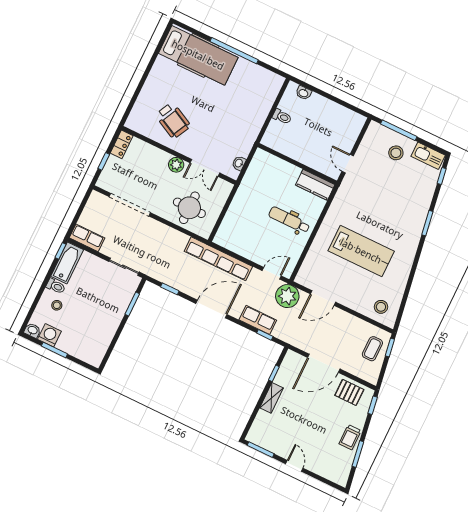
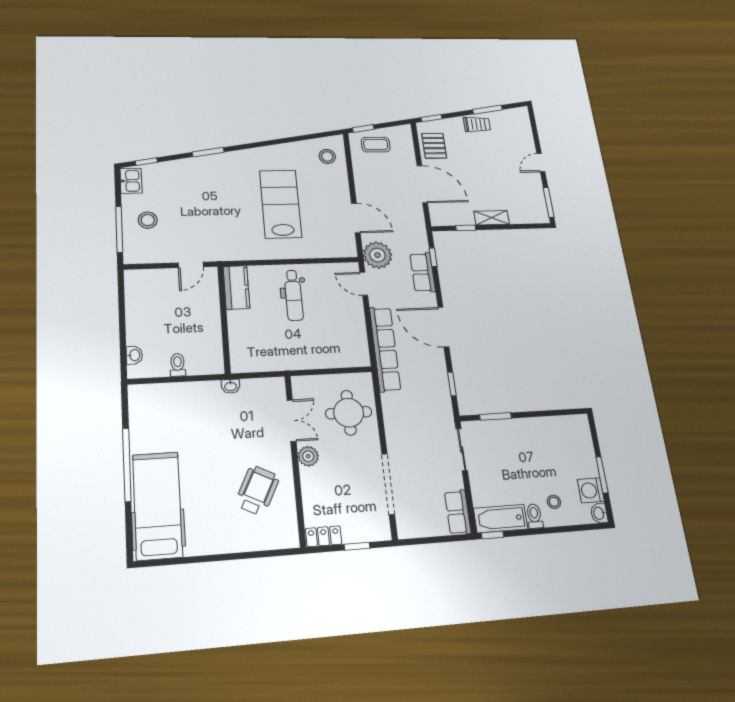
kitchen sink: (428, 156) -> (131, 181), width x0.73
washbasin: (239, 163) -> (231, 386), moved

